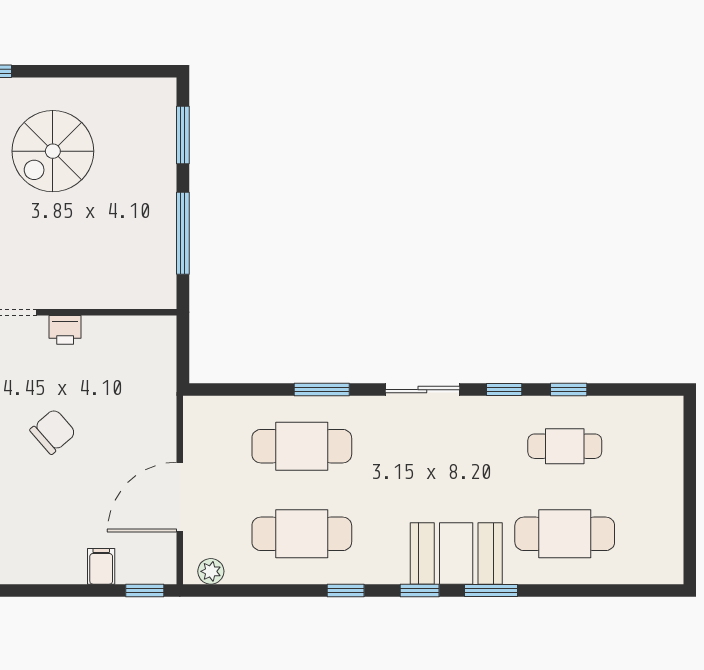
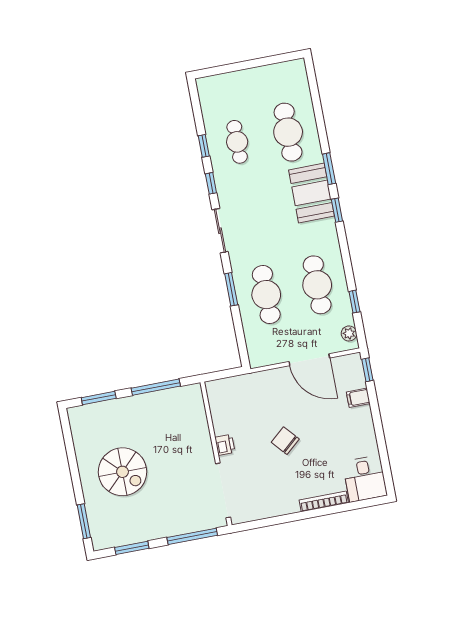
window: (346, 590) -> (354, 302), moved

